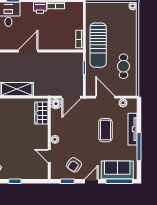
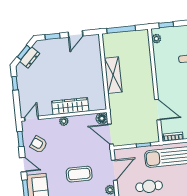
door: (28, 51) -> (158, 110), moved
wardrobe: (41, 113) -> (70, 106), moved, width x1.50
door: (49, 156) -> (31, 118), moved

